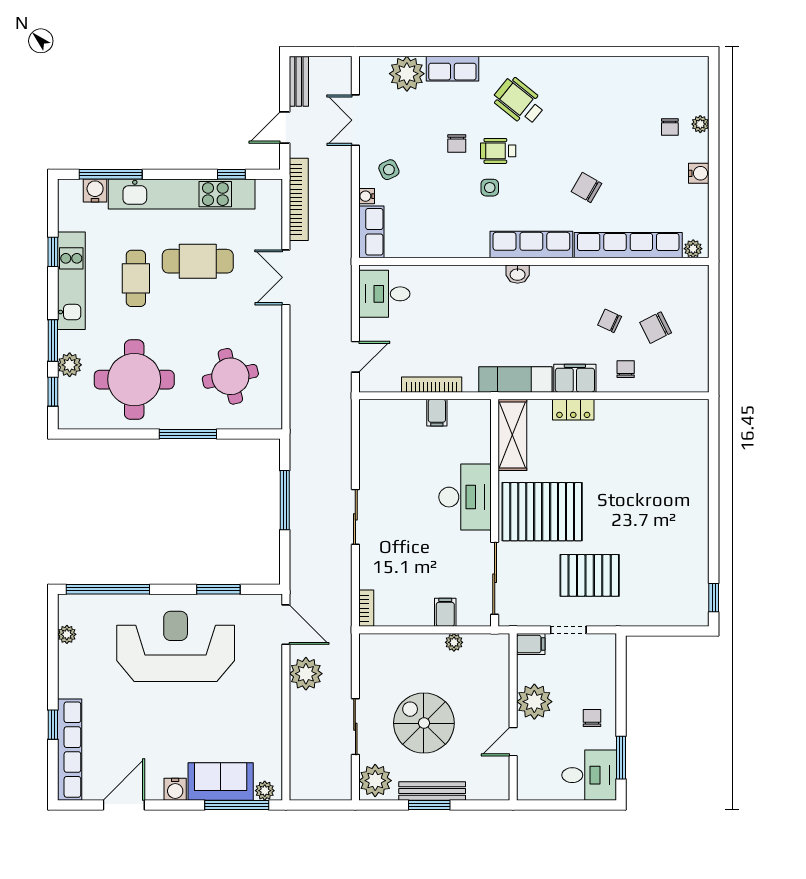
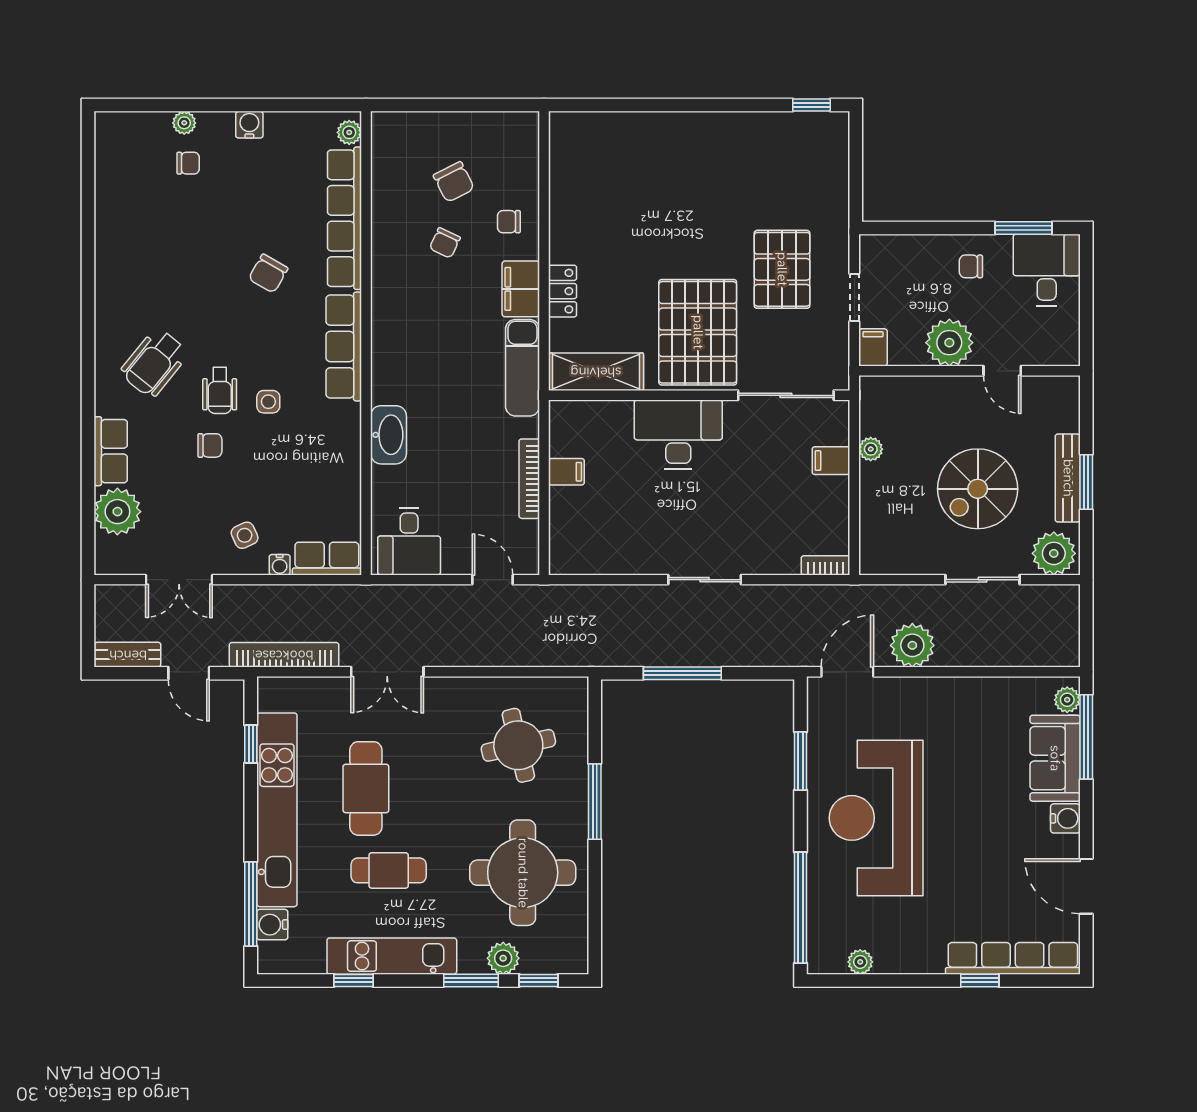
washbasin: (518, 274) -> (388, 435), moved, width x1.91, depth x1.45

